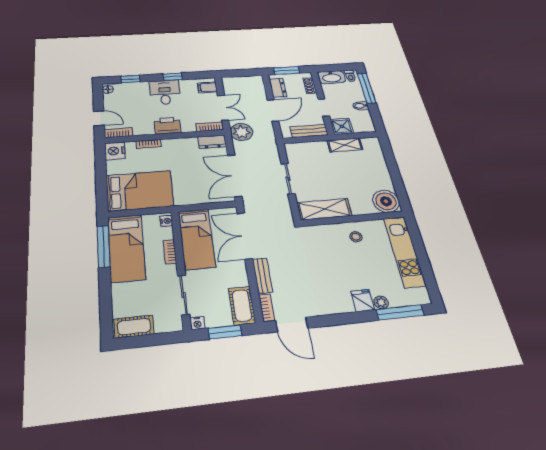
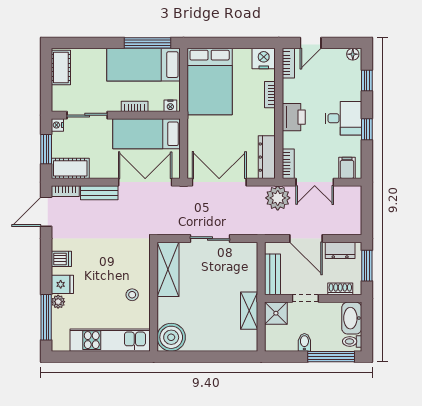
dresser: (212, 142) -> (267, 157), width x1.44
dishwasher: (337, 304) -> (61, 259), added

